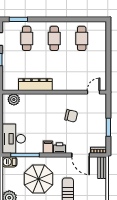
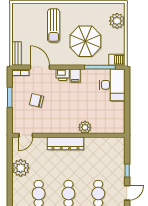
plant: (98, 62) -> (21, 168), added
dresser: (35, 85) -> (65, 143), moved
plant: (14, 100) -> (85, 127), moved
chair: (71, 116) -> (36, 101), moved

